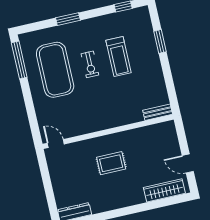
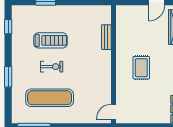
exercise mat: (55, 70) -> (50, 98), width x0.68
bench: (158, 112) -> (106, 37), moved

